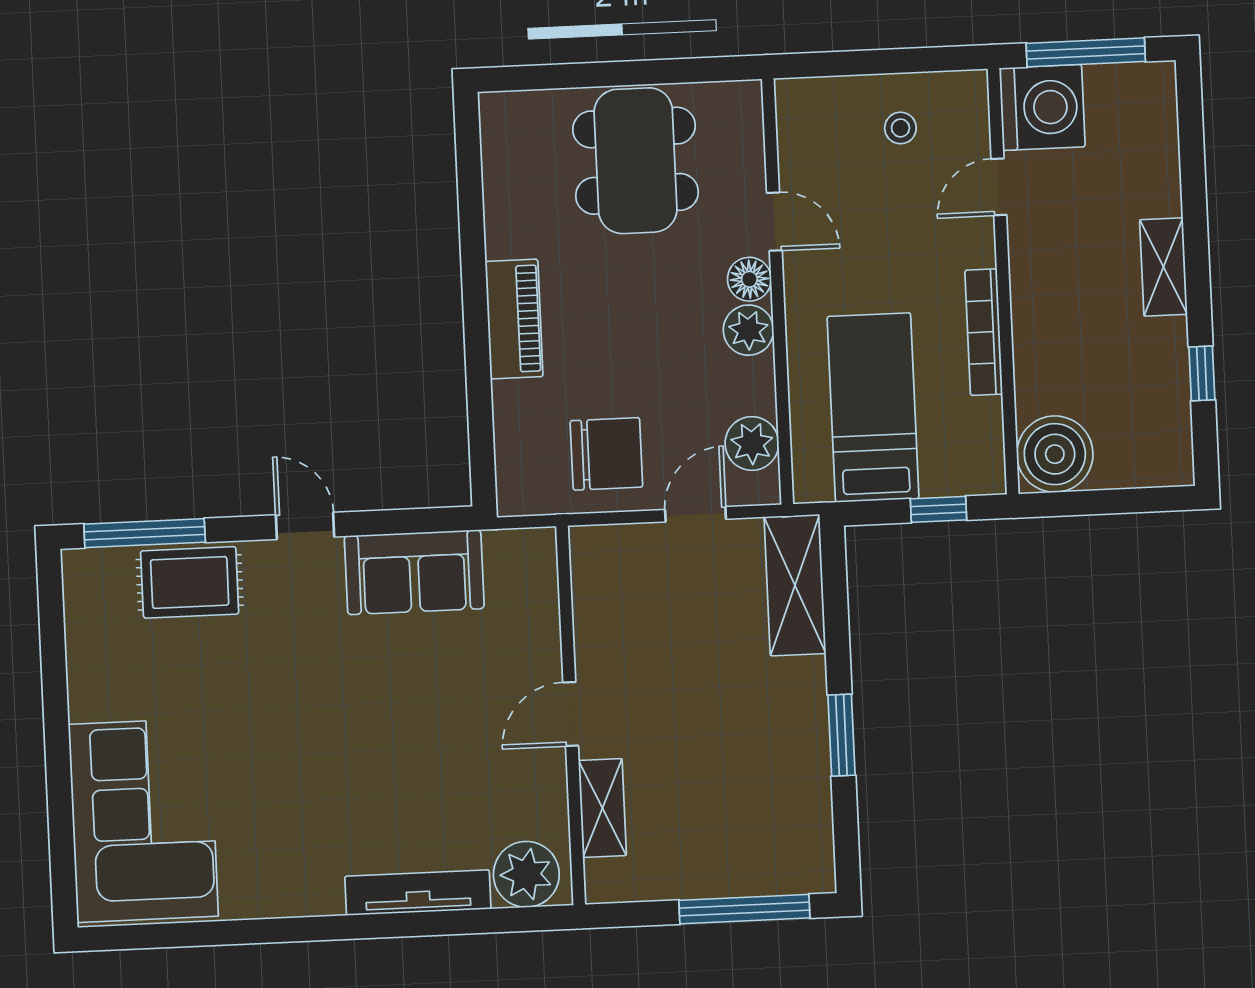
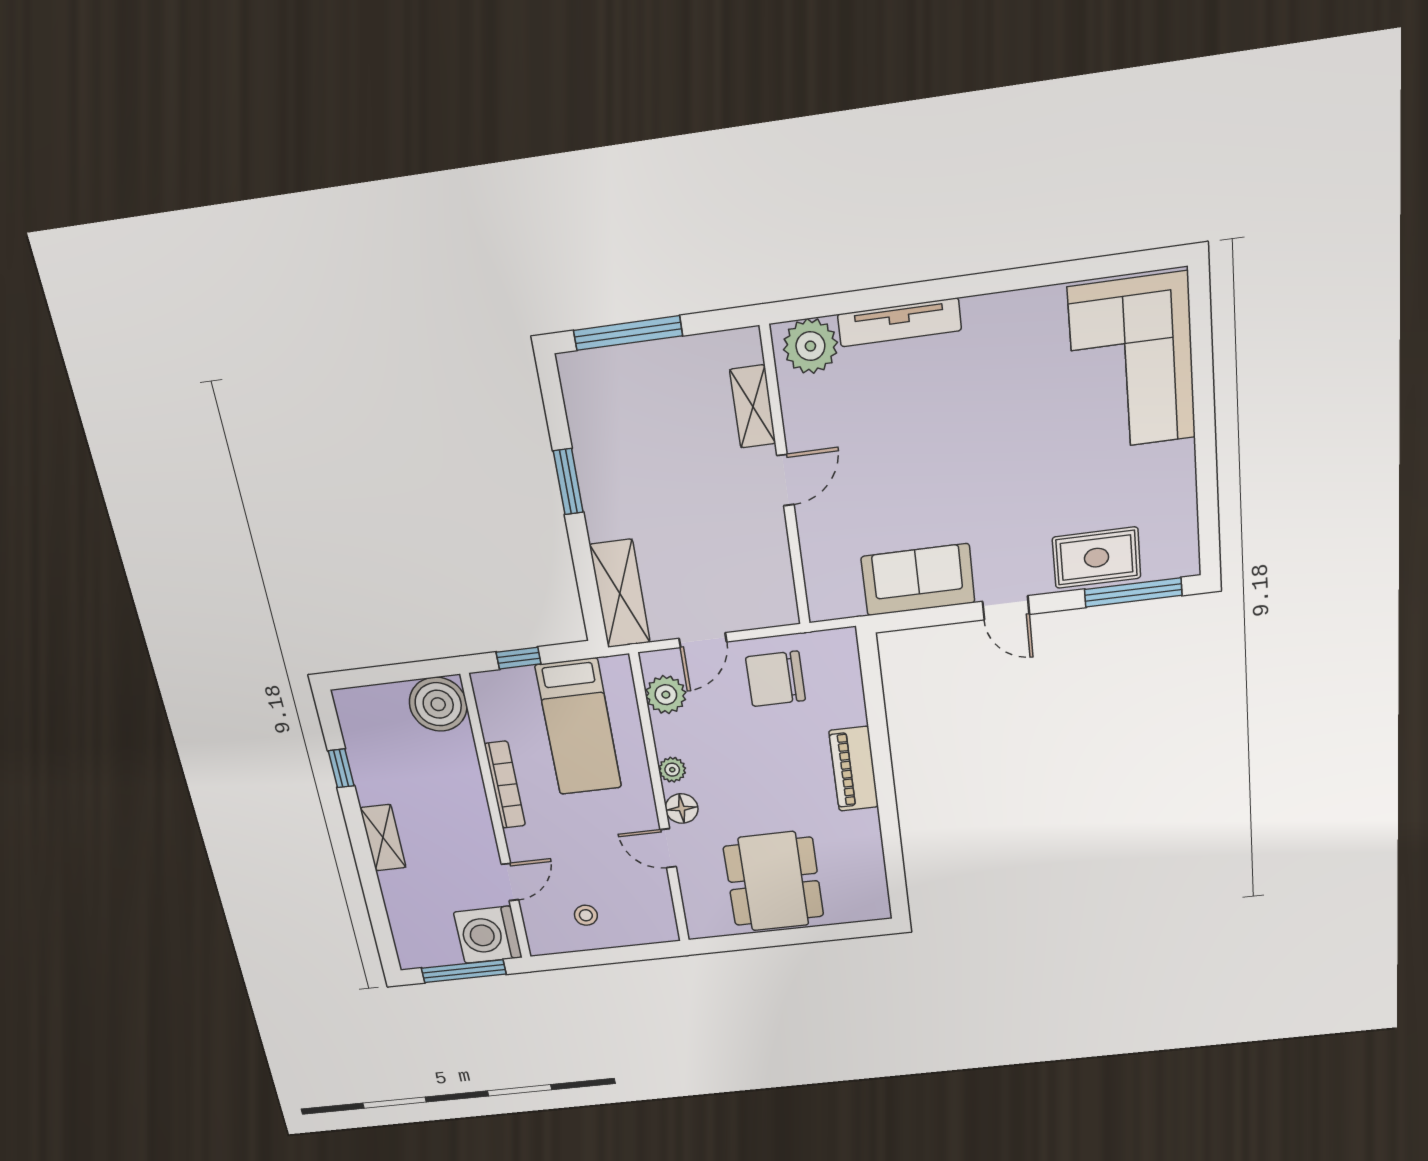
plant: (748, 330) -> (672, 770), width x0.73, depth x0.73

